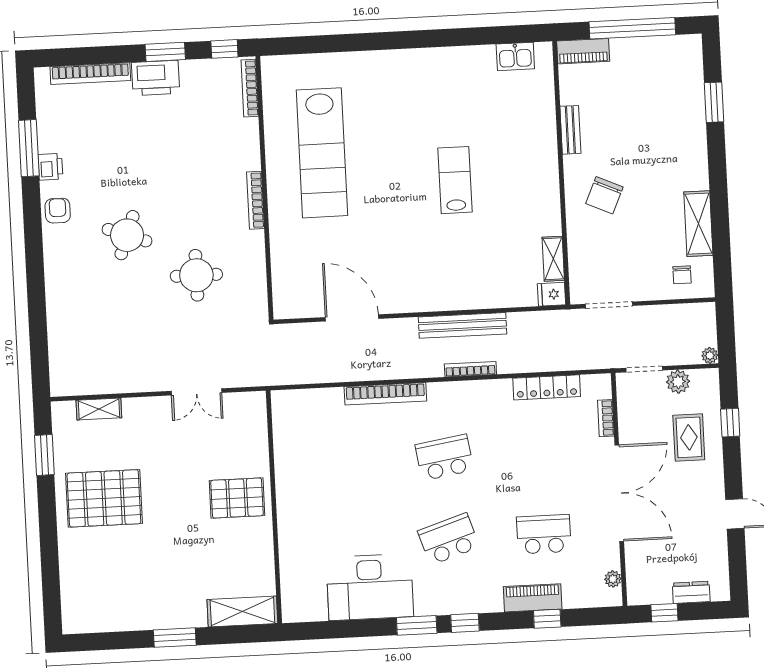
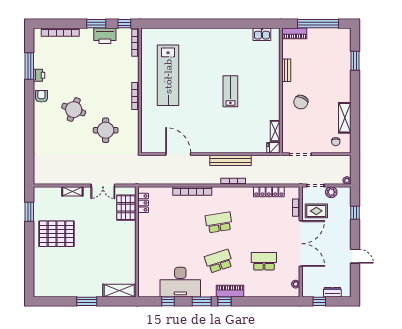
printer: (156, 78) -> (105, 36), moved
shelving: (99, 409) -> (72, 191), moved
locker: (283, 424) -> (143, 203), added
rug: (689, 437) -> (316, 211), moved, turned 90
pallet: (237, 498) -> (126, 208), moved, turned 90
piano: (533, 598) -> (230, 291), moved
window: (547, 619) -> (168, 301), moved

